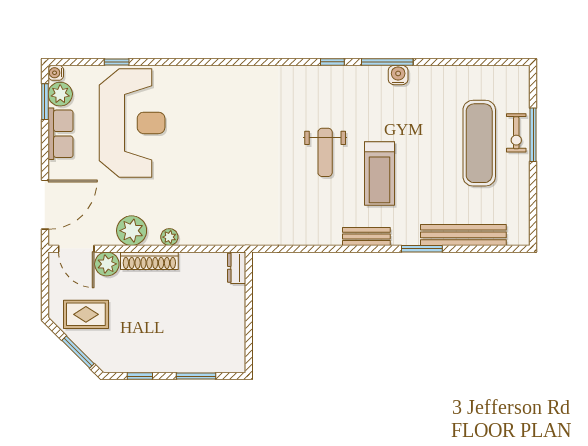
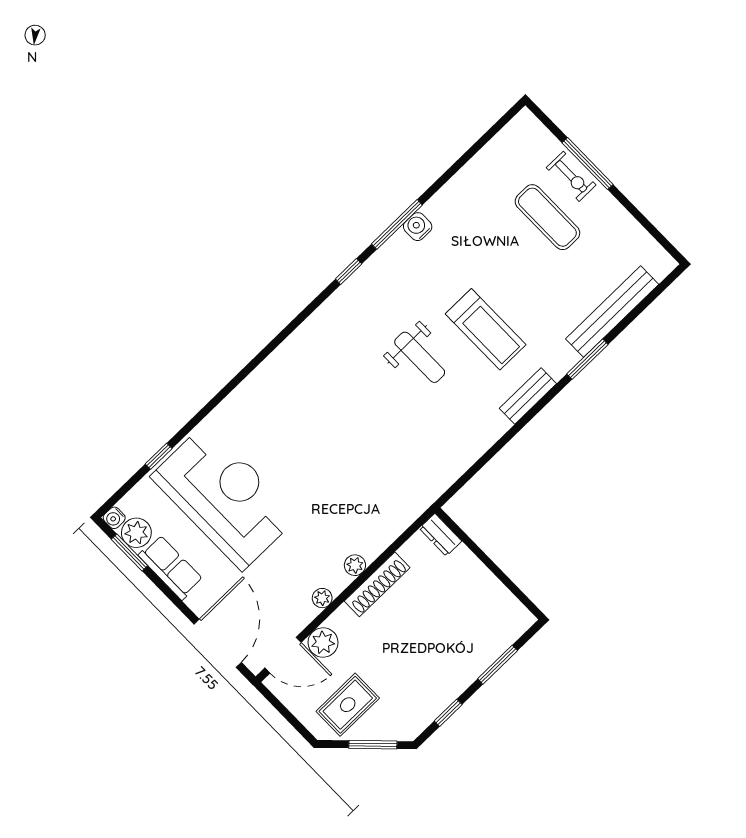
exercise mat: (479, 143) -> (547, 217), width x0.73, depth x0.69
plant: (132, 231) -> (322, 598), width x0.53, depth x0.53
shoe rack: (149, 261) -> (377, 584), moved

